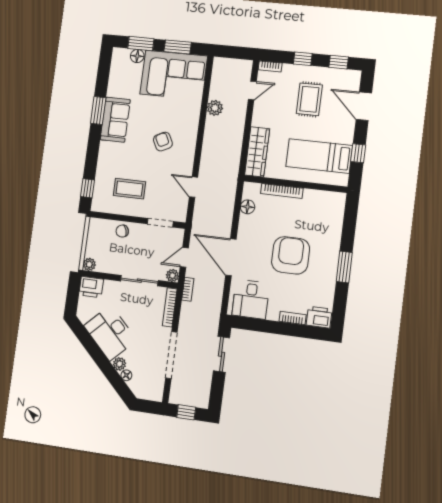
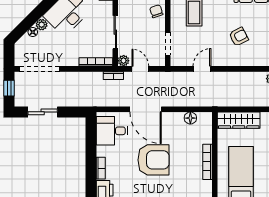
bookcase: (282, 191) -> (208, 162), moved
door: (231, 257) -> (146, 109), swing flipped
sliding door: (222, 354) -> (43, 112), moved
doorway: (171, 355) -> (40, 69), moved

